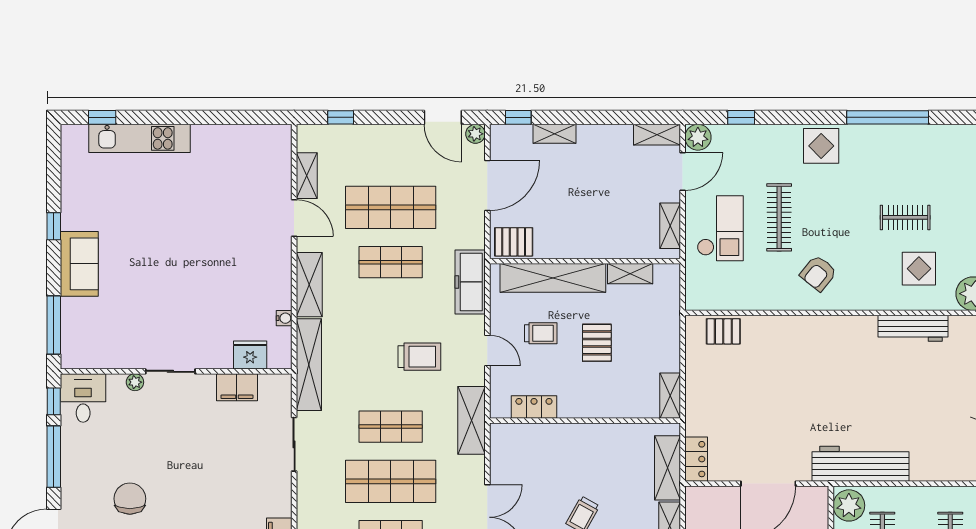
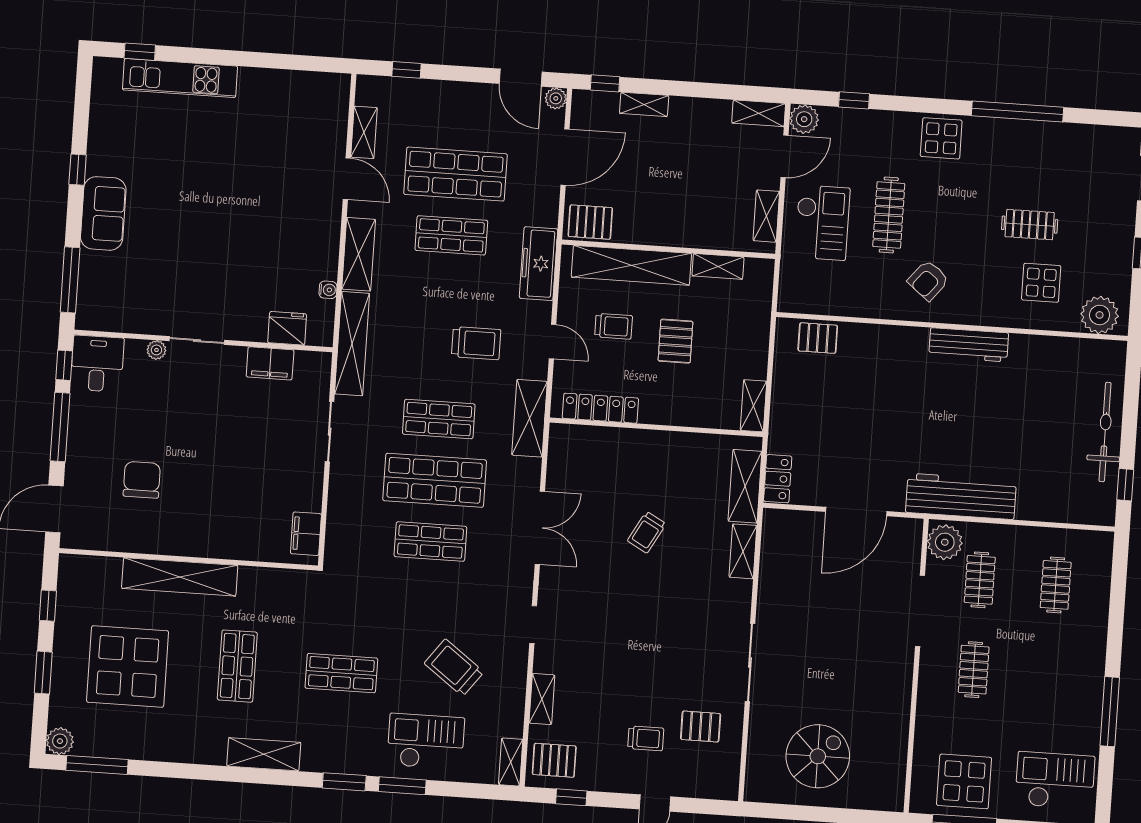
workbench: (913, 328) -> (969, 345), moved
locker: (534, 407) -> (600, 408), width x1.53

